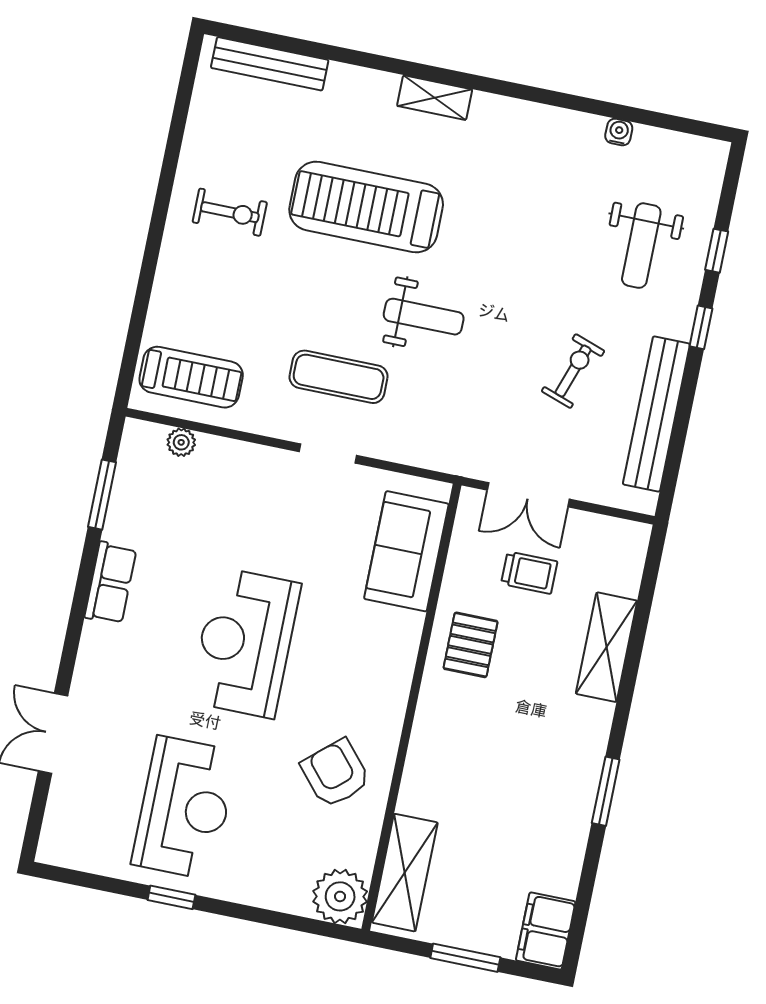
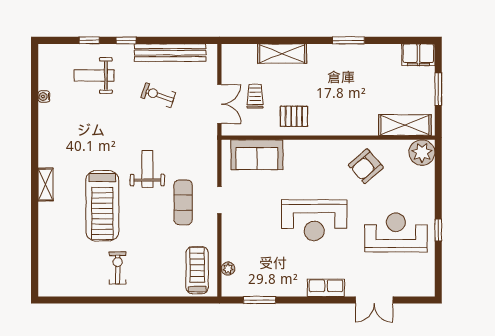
bench: (270, 64) -> (46, 264), removed
weight bench: (641, 246) -> (94, 75), turned 180
row of seats: (111, 583) -> (326, 288), moved

